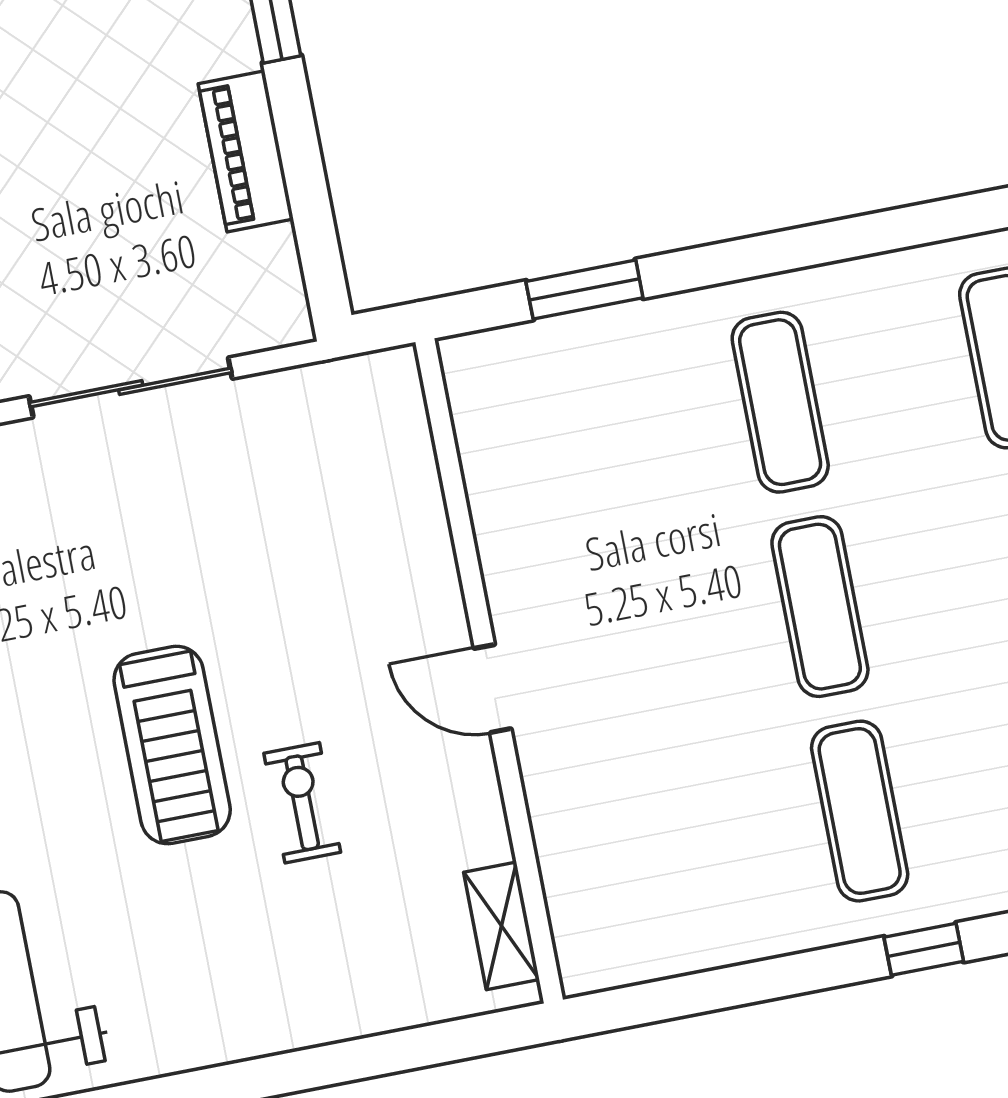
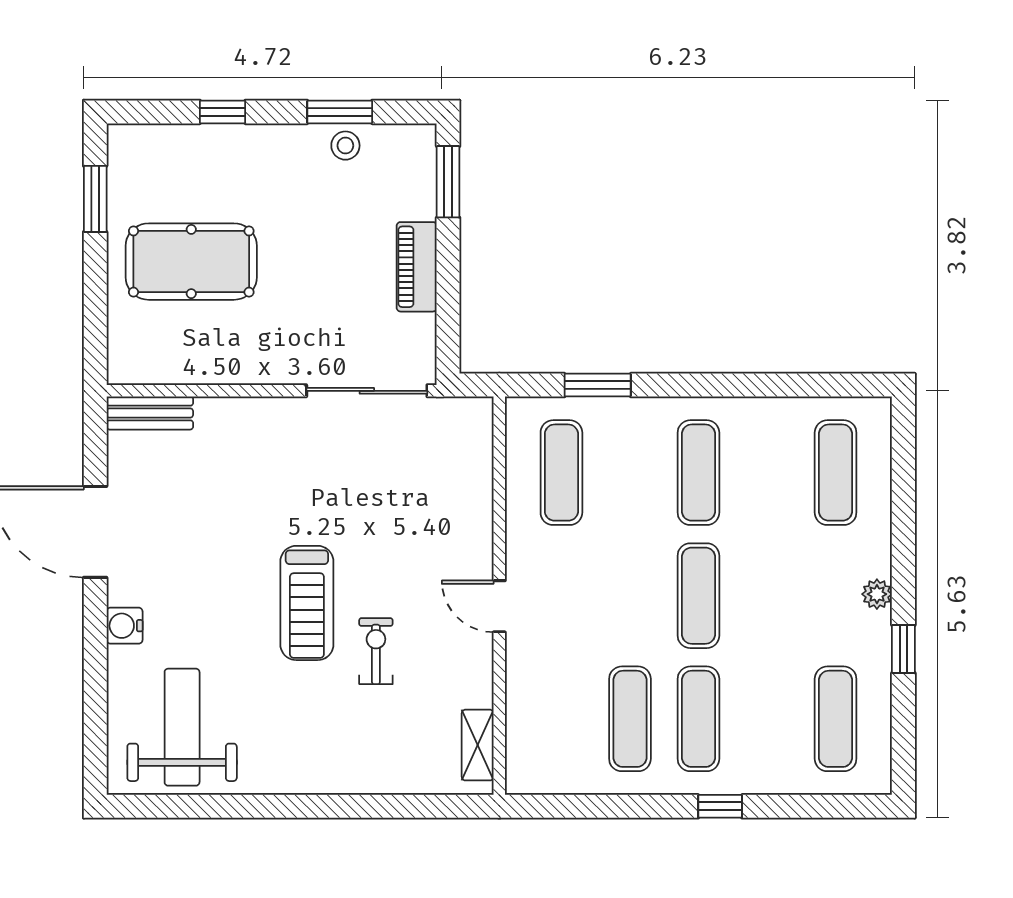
sliding door: (131, 388) -> (367, 391), moved
exercise mat: (553, 446) -> (561, 473), added
exercise mat: (746, 833) -> (630, 719), added

